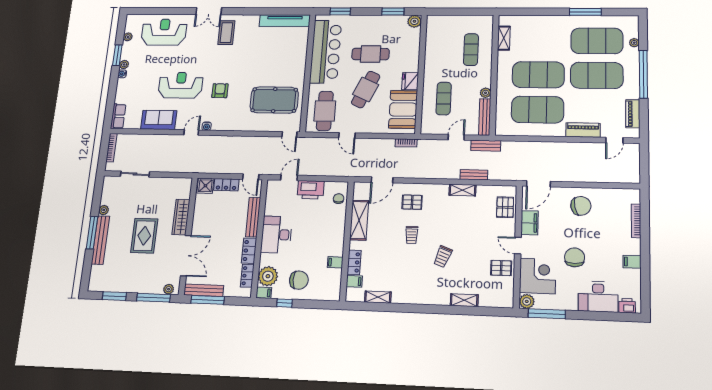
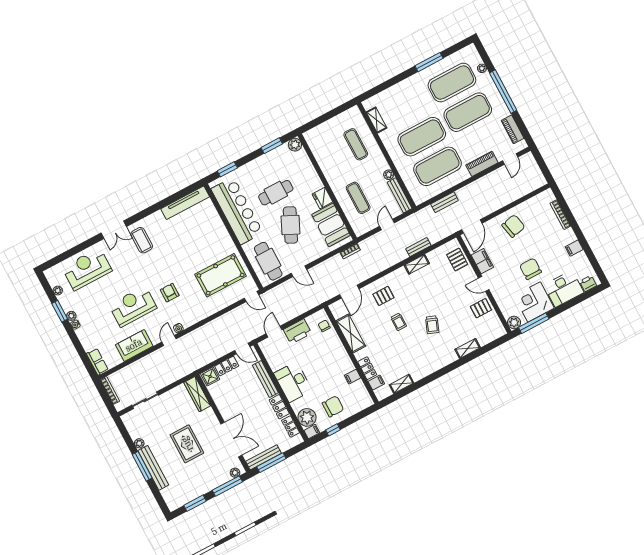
bench: (486, 146) -> (444, 202), moved
wardrobe: (181, 217) -> (197, 394), moved
corner desk: (538, 276) -> (534, 302), moved, turned -90

